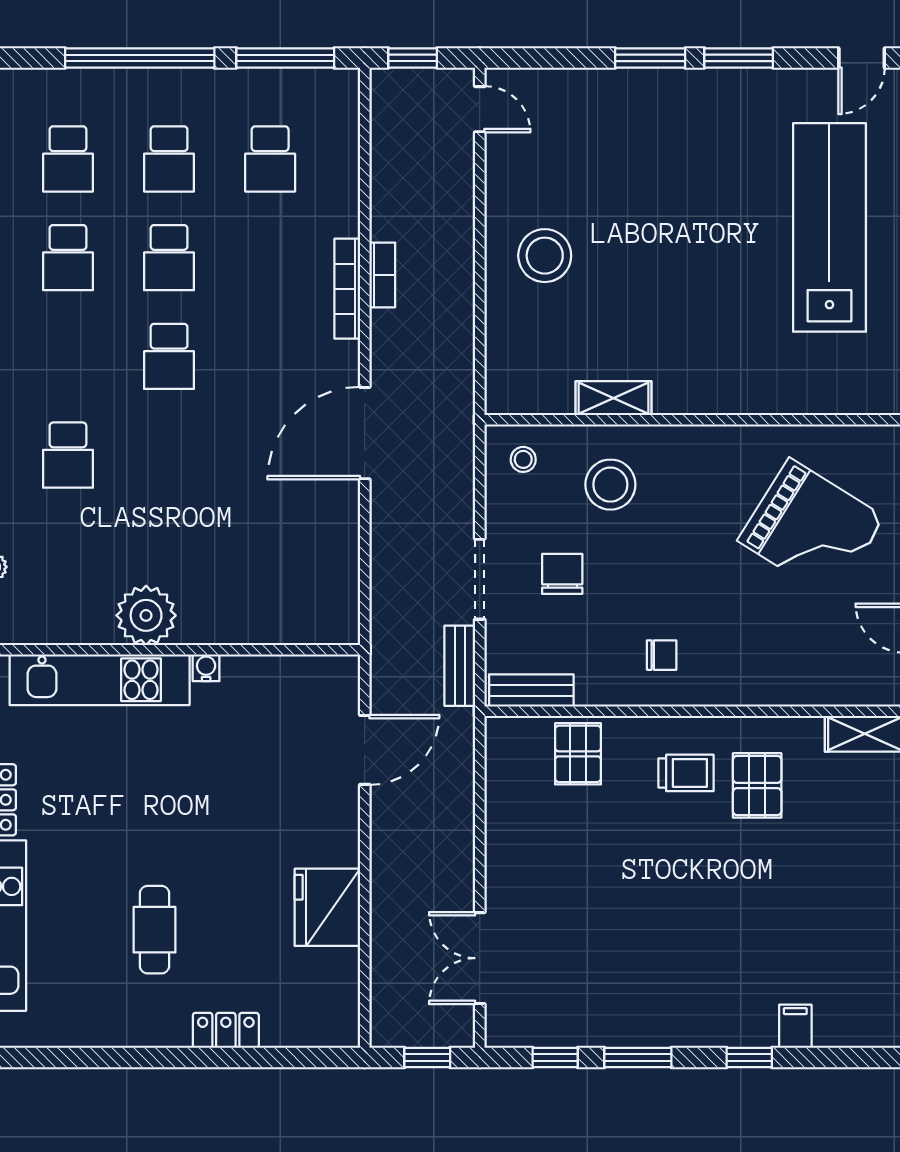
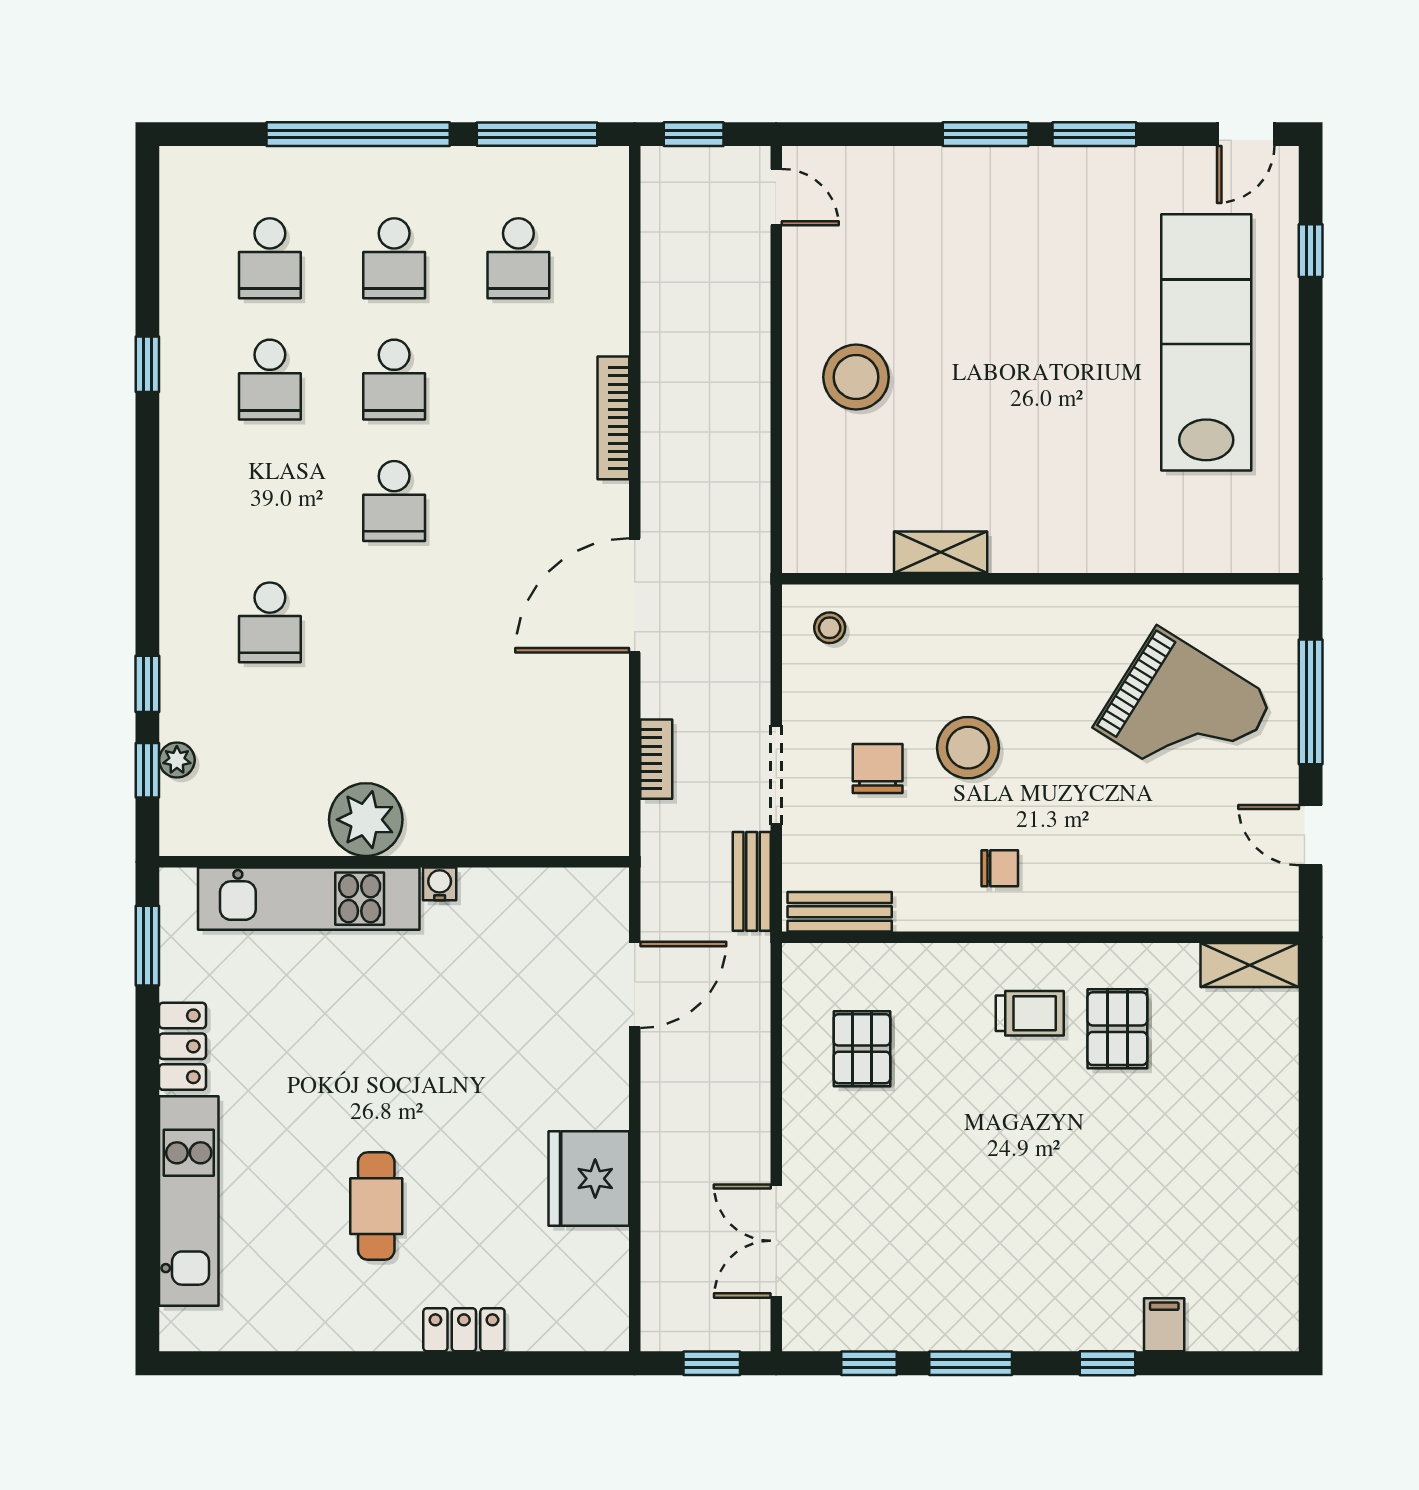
bookcase: (382, 275) -> (656, 759), moved
stool: (610, 485) -> (968, 748), moved
pallet: (578, 754) -> (862, 1049), moved

